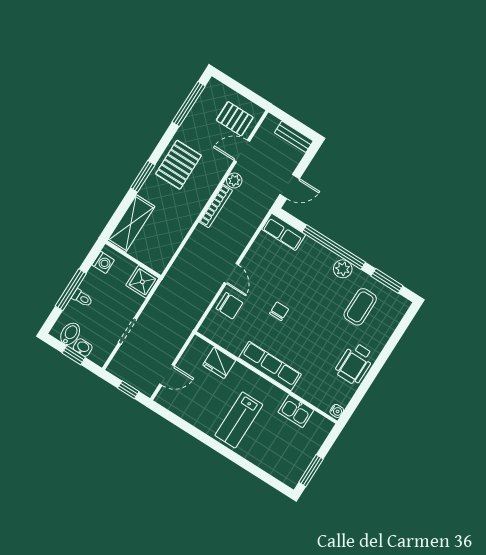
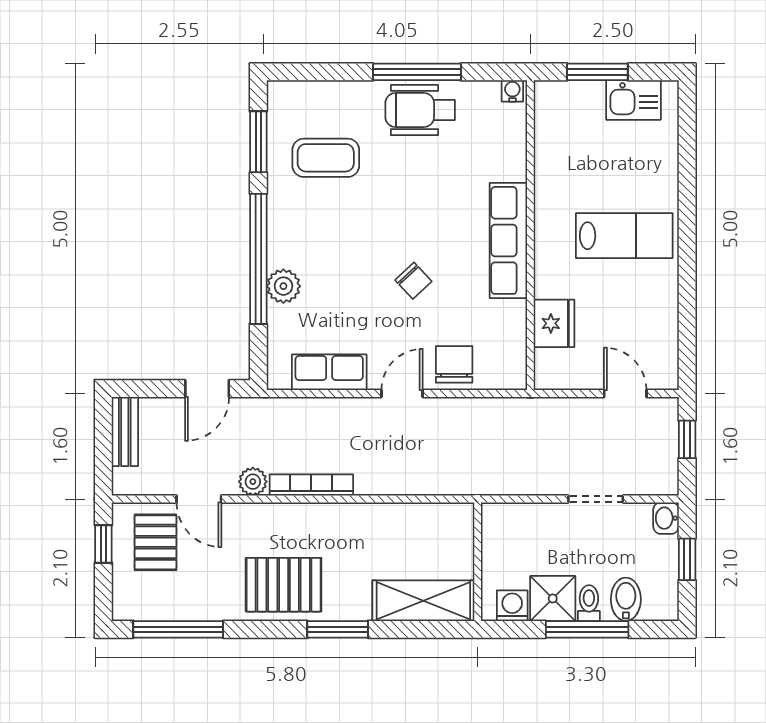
window: (249, 95) -> (103, 544), added
door: (290, 187) -> (207, 389), swing flipped
row of seats: (284, 232) -> (329, 372), moved, turned -90
plant: (343, 269) -> (283, 286), moved
shower: (142, 282) -> (553, 598), moved
chair: (279, 311) -> (413, 281), turned -133
bidet: (70, 334) -> (626, 599), moved, turned 90
washbasin: (83, 348) -> (666, 518), moved
wheelchair: (355, 363) -> (420, 110), turned 180
window: (373, 373) -> (417, 72), added
kitchen sink: (296, 411) -> (633, 100), moved, turned 90
window: (311, 471) -> (597, 72), moved

